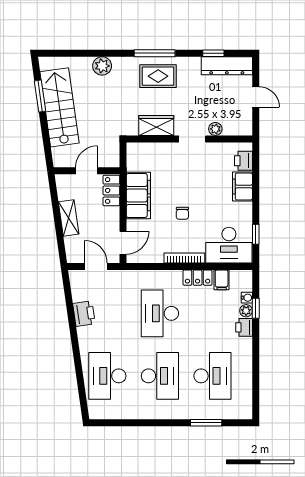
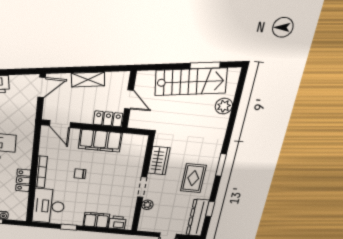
window: (155, 53) -> (221, 165), width x0.69
plant: (102, 66) -> (224, 106), moved
rug: (158, 76) -> (193, 178), moved
window: (256, 234) -> (69, 227), moved
door: (96, 267) -> (42, 87), moved
filing cabinet: (222, 280) -> (20, 198), removed

